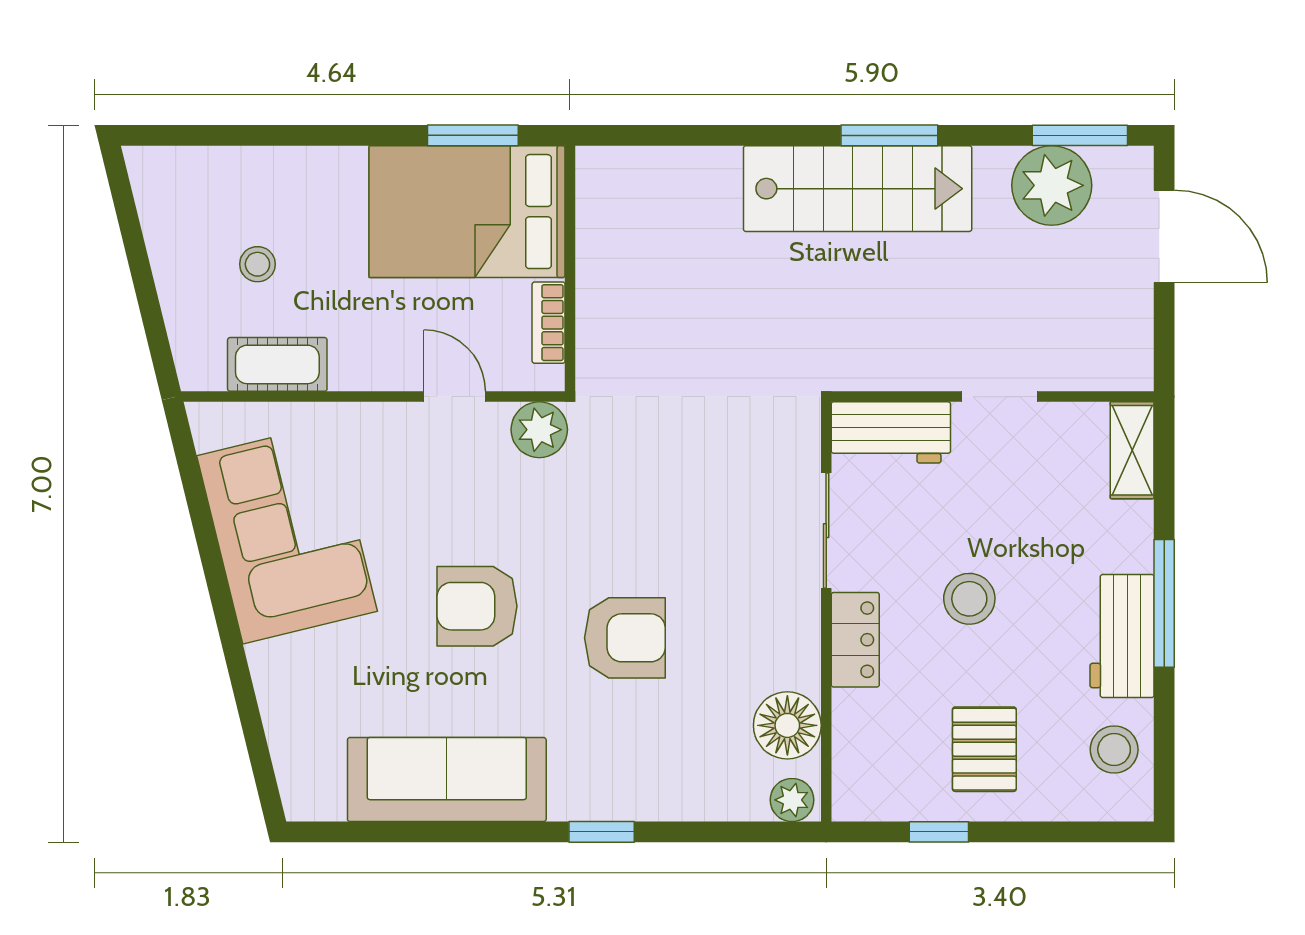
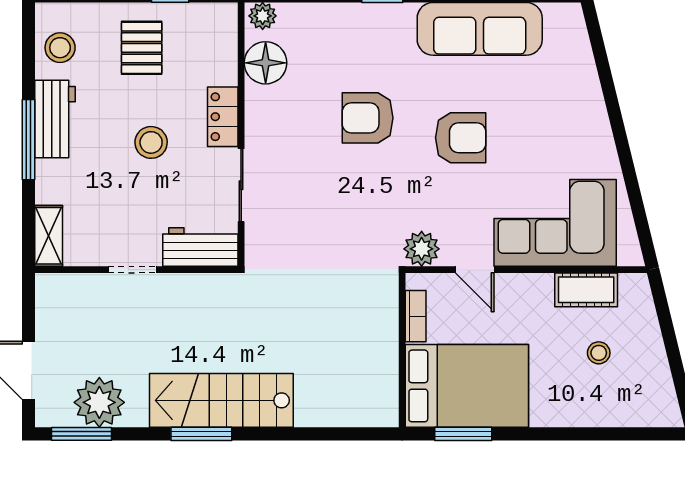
corner sofa: (287, 534) -> (555, 223), moved, turned 104

